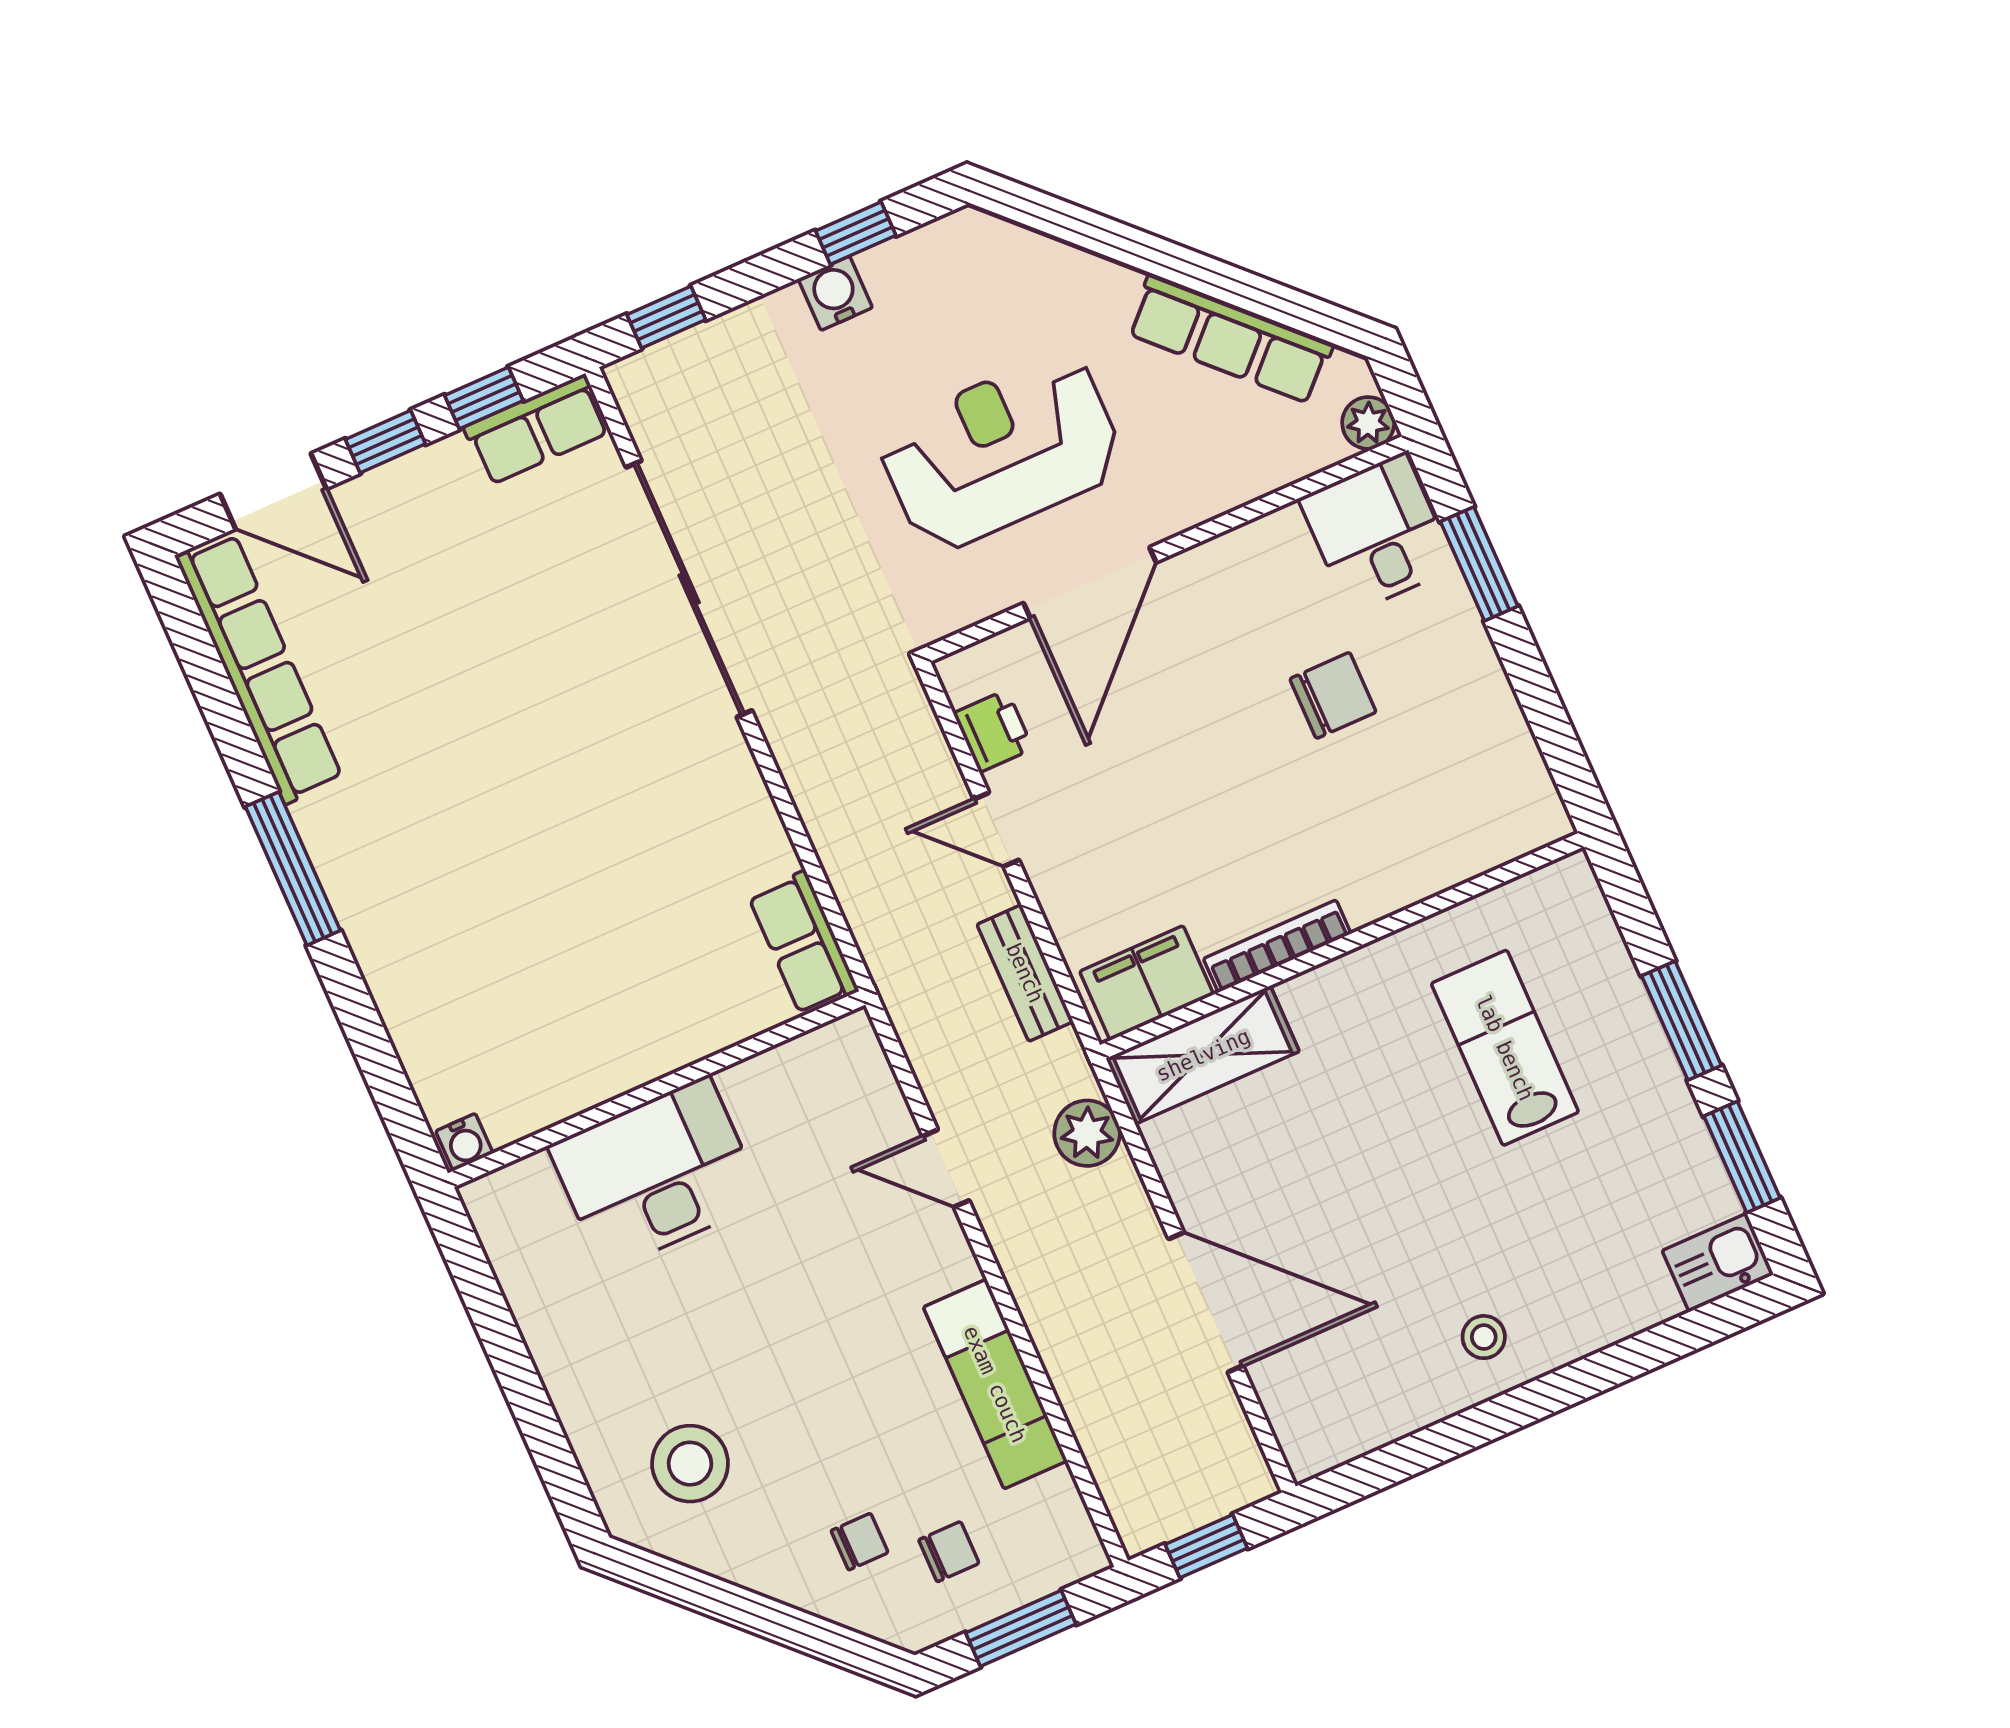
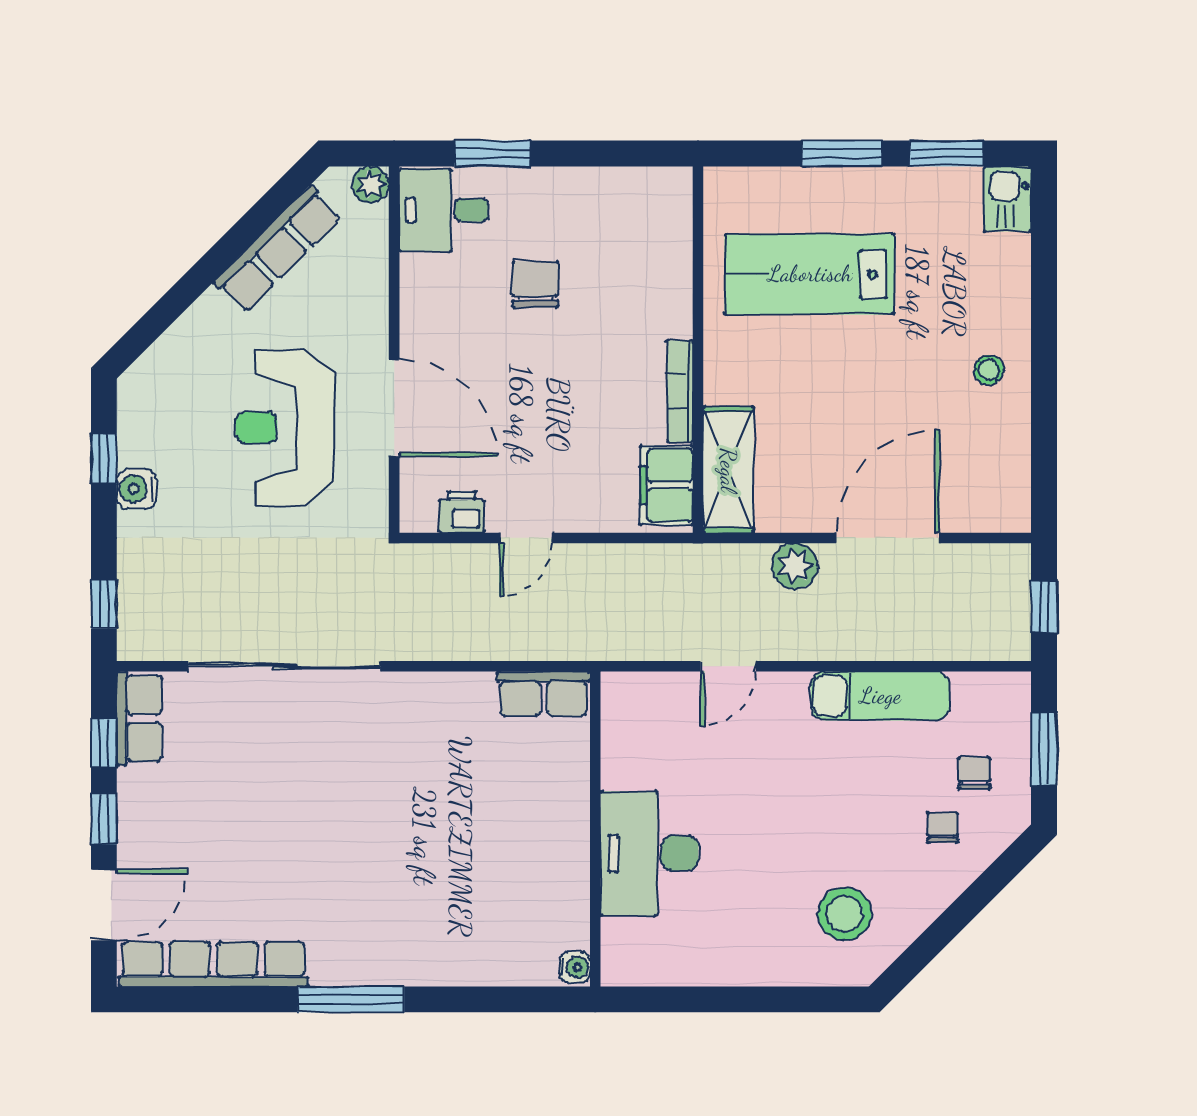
bench: (1025, 973) -> (626, 560), removed
lab bench: (1505, 1048) -> (810, 274), width x1.36, depth x1.39
plant: (1087, 1133) -> (795, 566), moved

